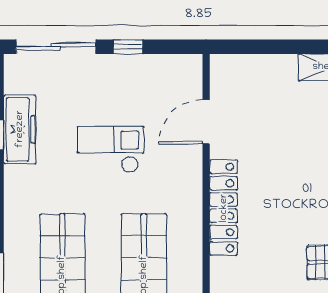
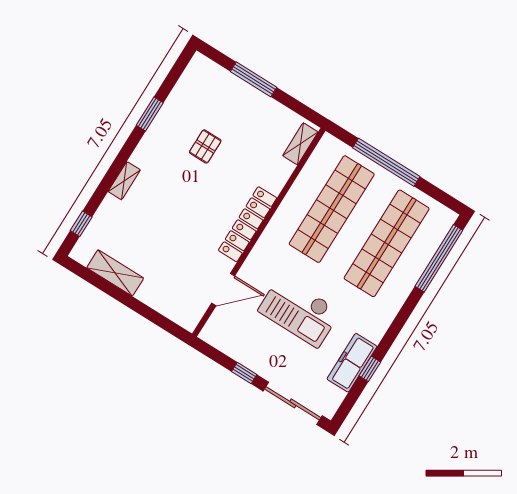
checkout: (110, 149) -> (299, 311), width x1.36, depth x1.21

